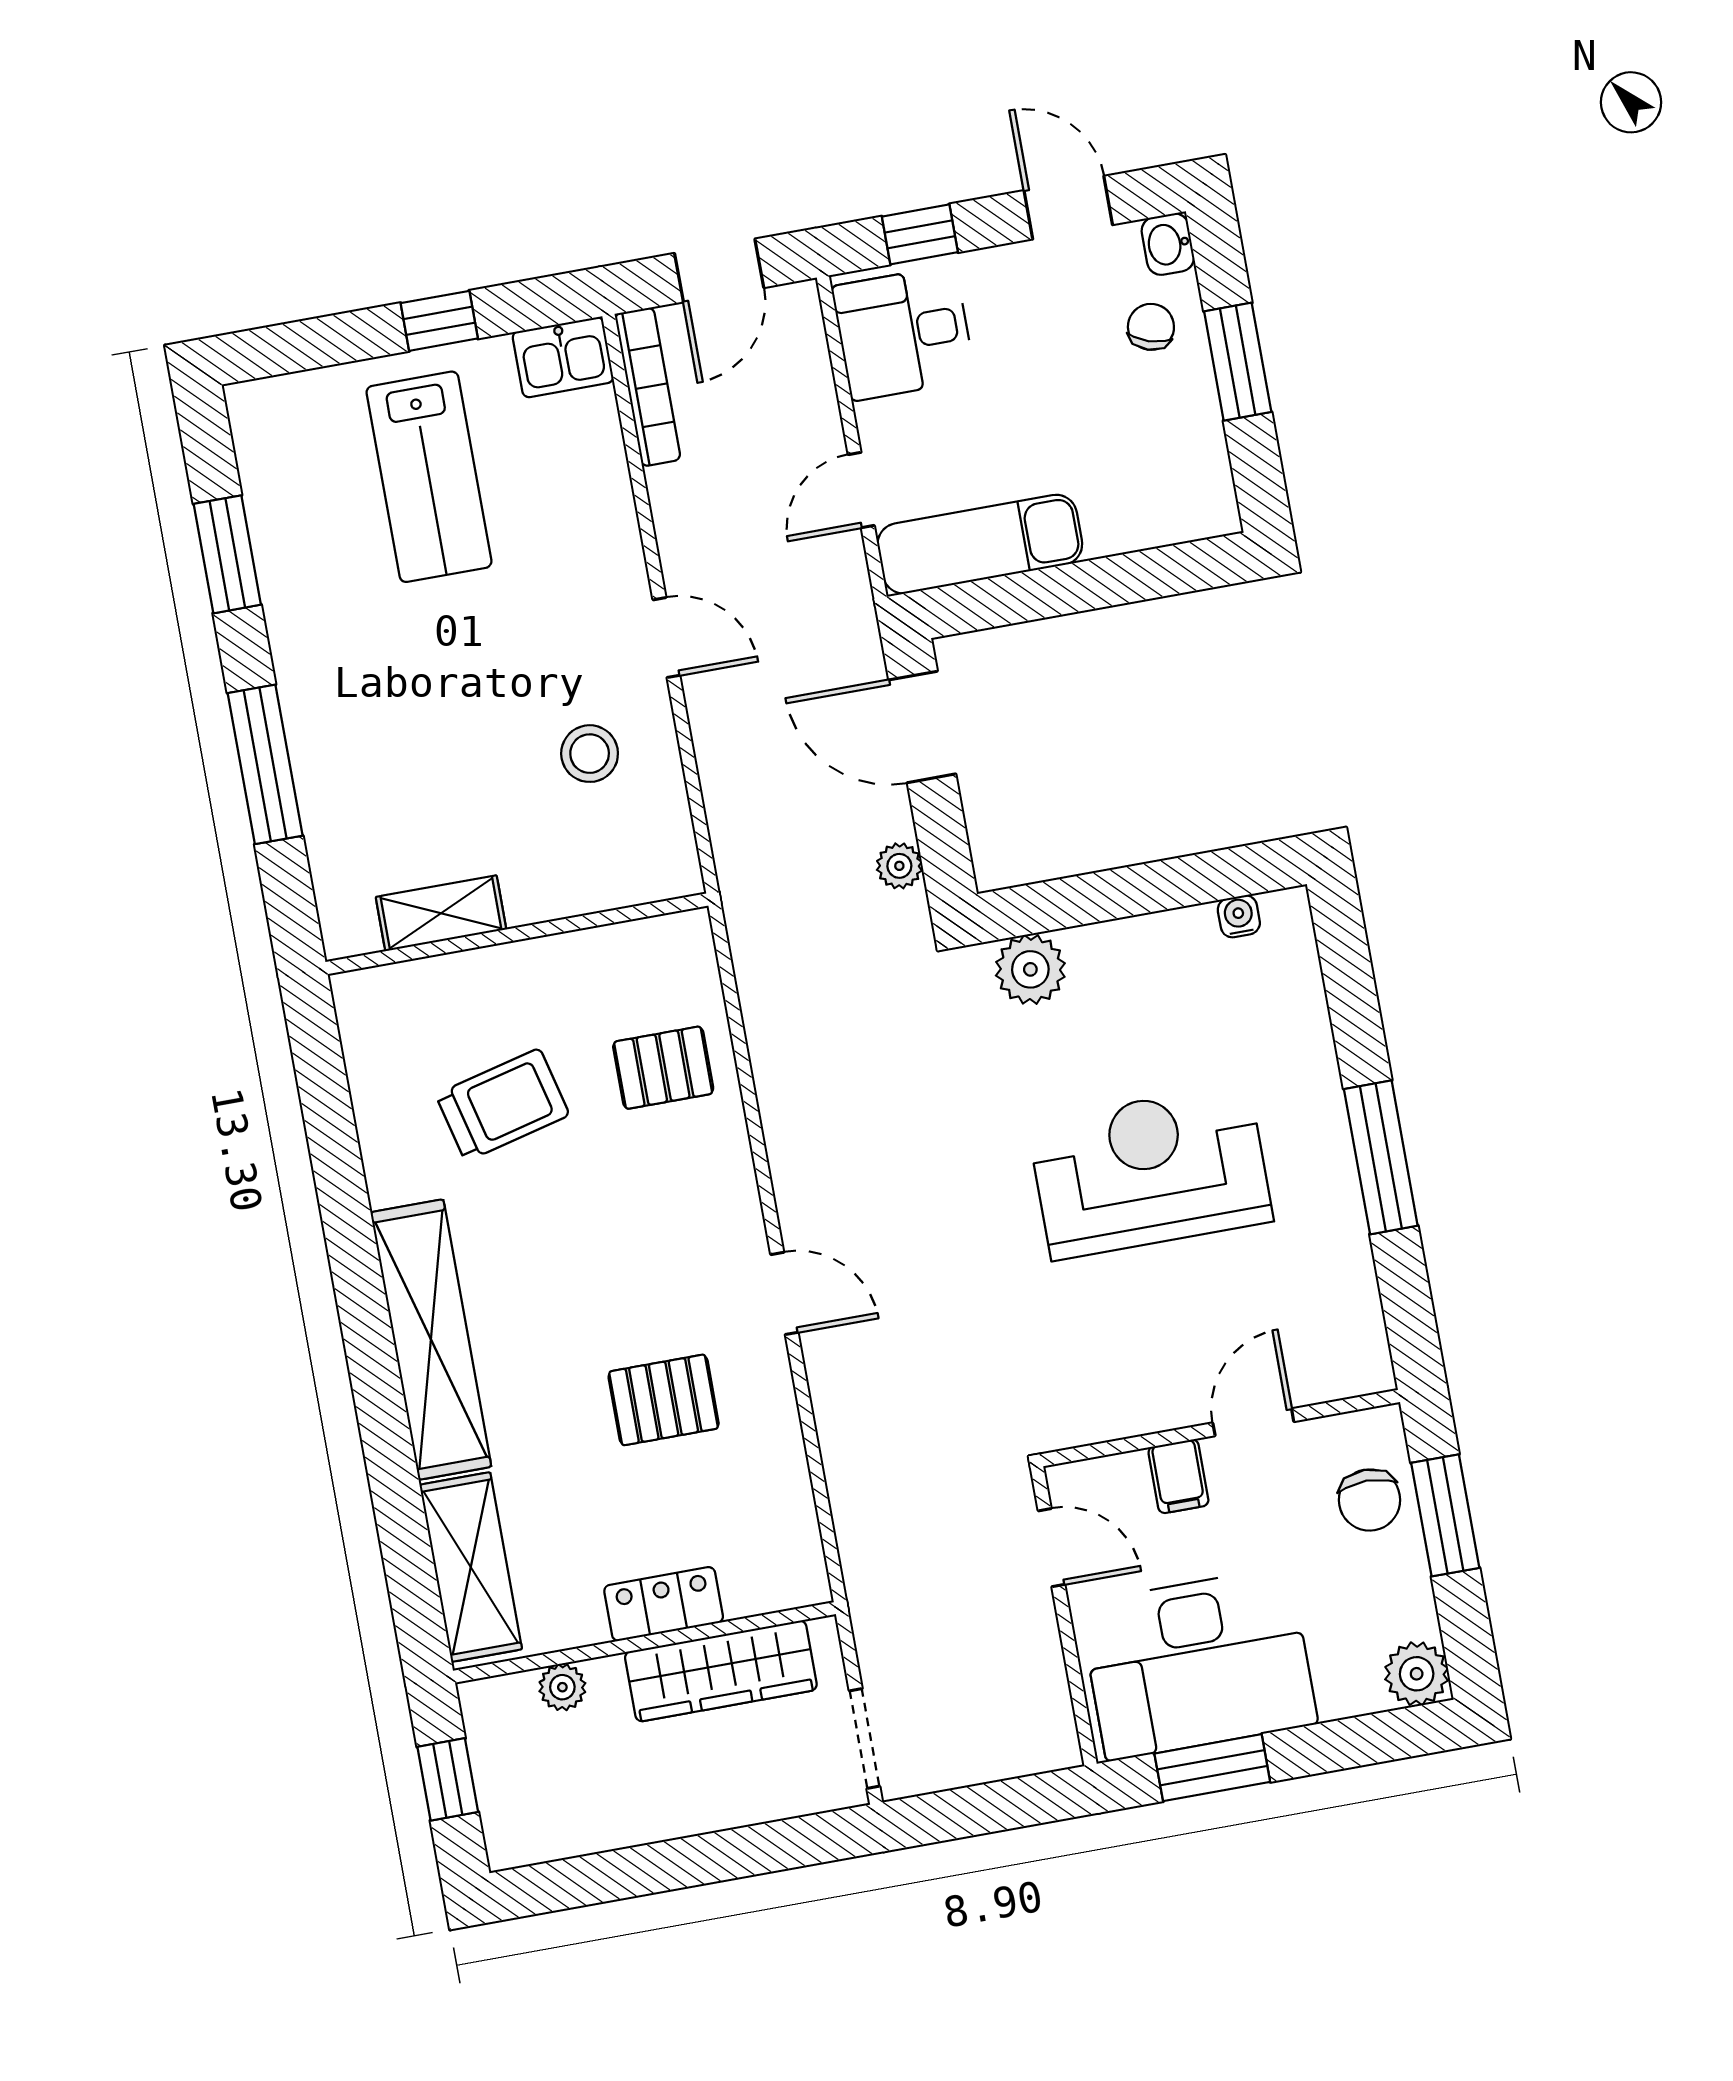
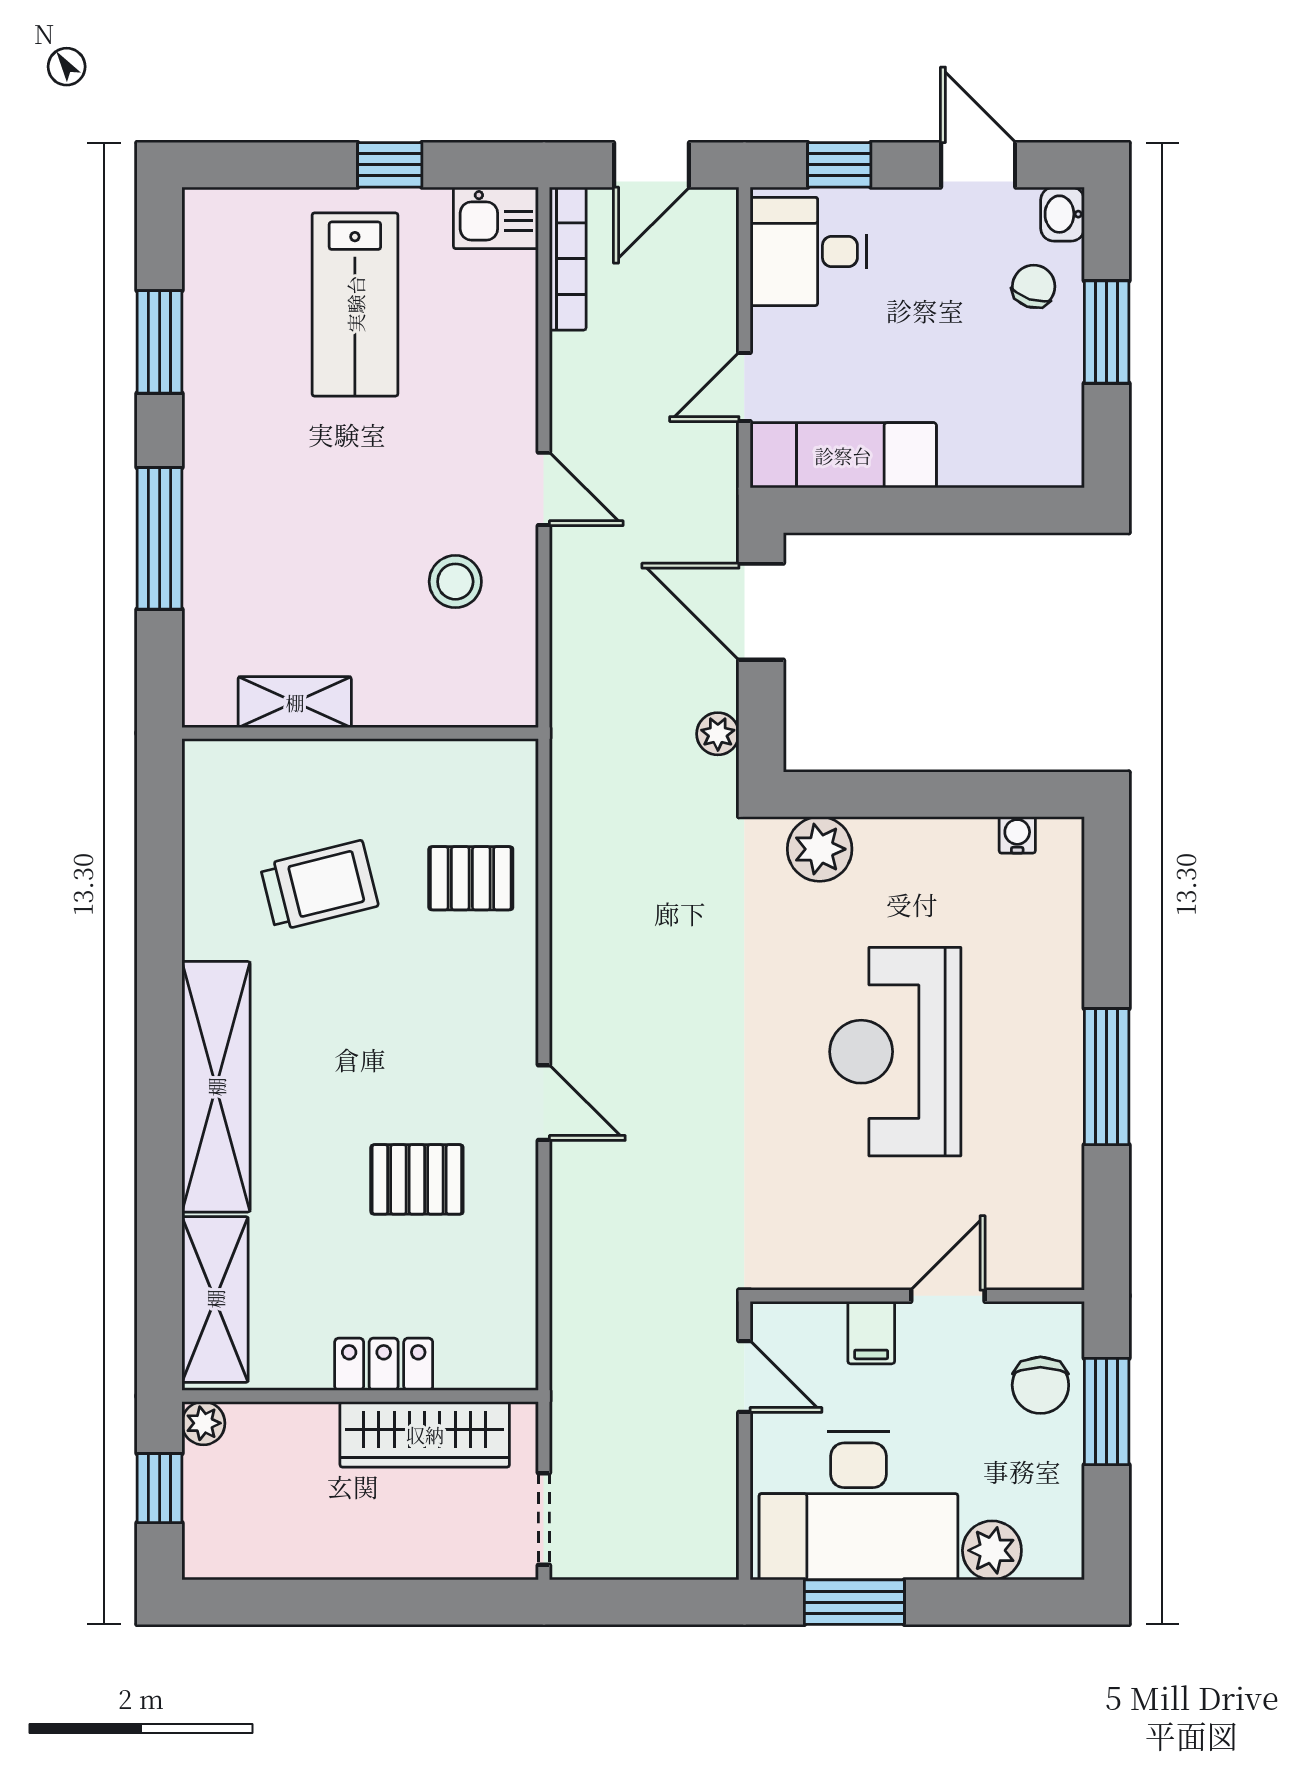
reception desk: (1150, 1171) -> (895, 1052), turned -90
plant: (1417, 1674) -> (992, 1550), moved
plant: (562, 1687) -> (203, 1423), moved

